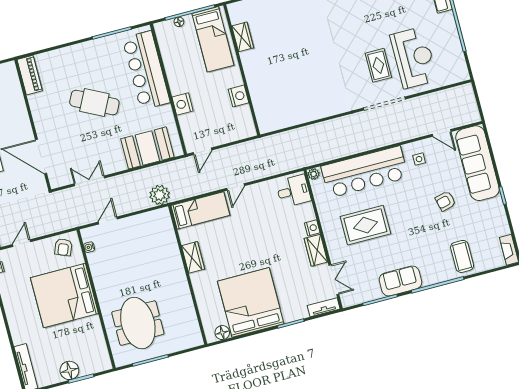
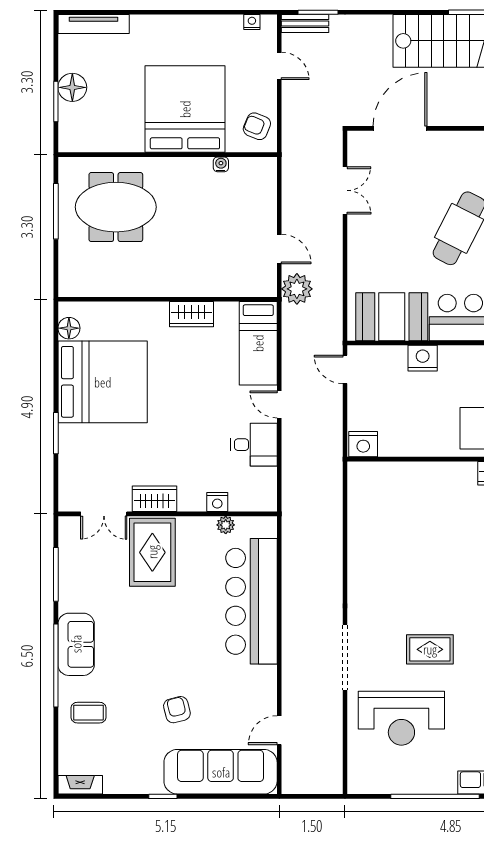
rug: (378, 65) -> (430, 649), moved
nightstand: (238, 96) -> (363, 444), moved
booth: (147, 148) -> (392, 317), moved, turned 90
side table: (419, 159) -> (249, 687), removed
plant: (314, 174) -> (226, 525), moved
desk: (293, 191) -> (254, 445), moved, turned -90
door: (108, 221) -> (279, 249), moved
rug: (365, 225) -> (152, 552), moved
nightstand: (312, 228) -> (217, 502), moved
water cooler: (89, 247) -> (221, 164), moved
coffee table: (462, 256) -> (89, 713), width x0.73, depth x0.77
sofa: (400, 281) -> (76, 644), moved
tv unit: (324, 307) -> (67, 488), removed

